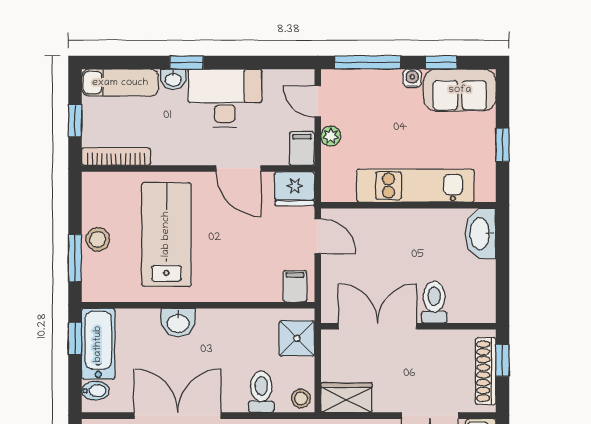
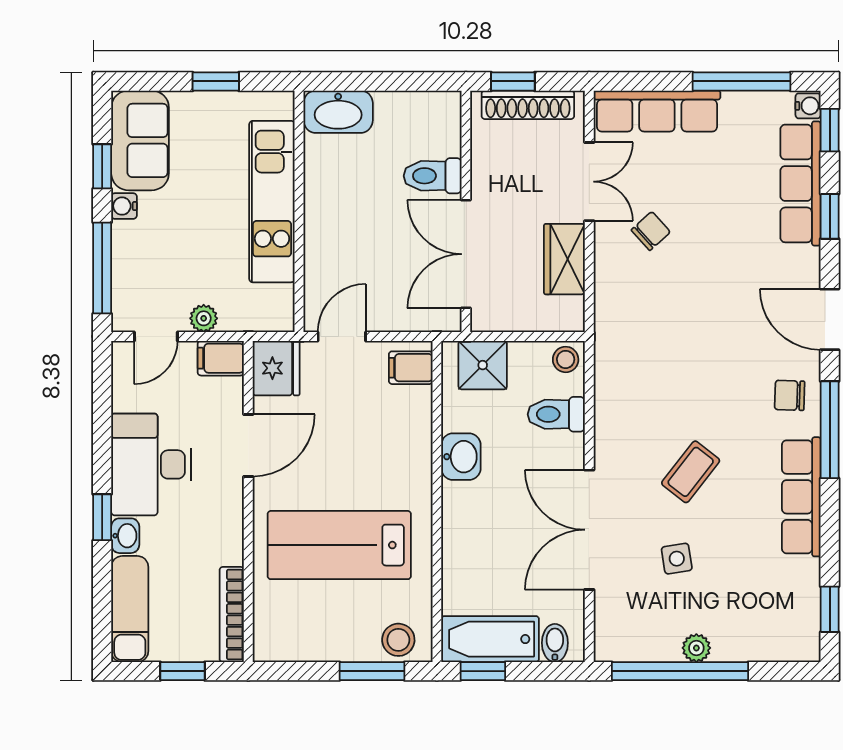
stool: (98, 239) -> (398, 640), moved
washbasin: (178, 323) -> (461, 457), moved
wardrobe: (346, 398) -> (564, 259), moved

